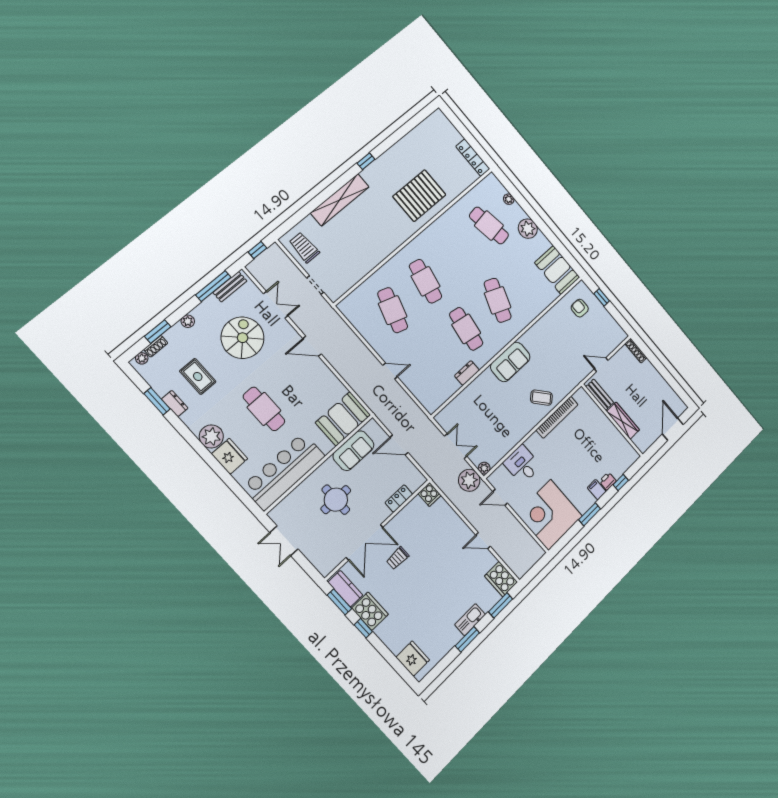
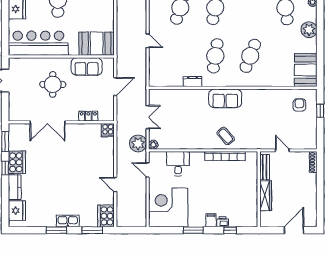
door: (399, 445) -> (115, 87), swing flipped
trolley: (398, 558) -> (58, 148), removed
kitchen counter: (345, 589) -> (15, 187), moved

